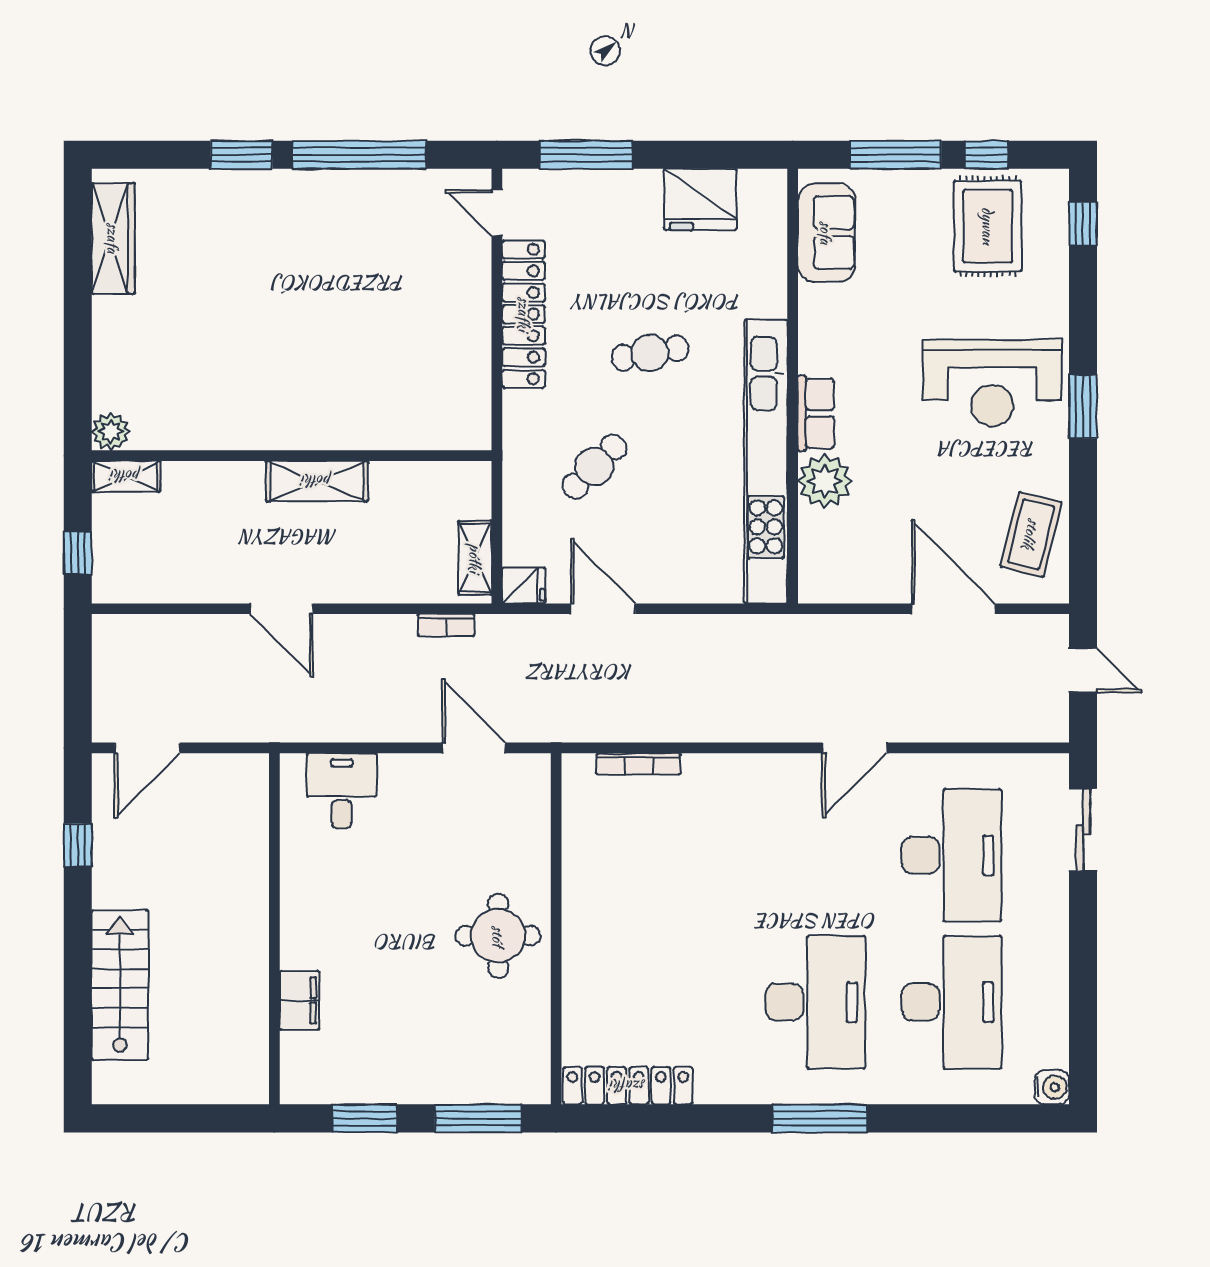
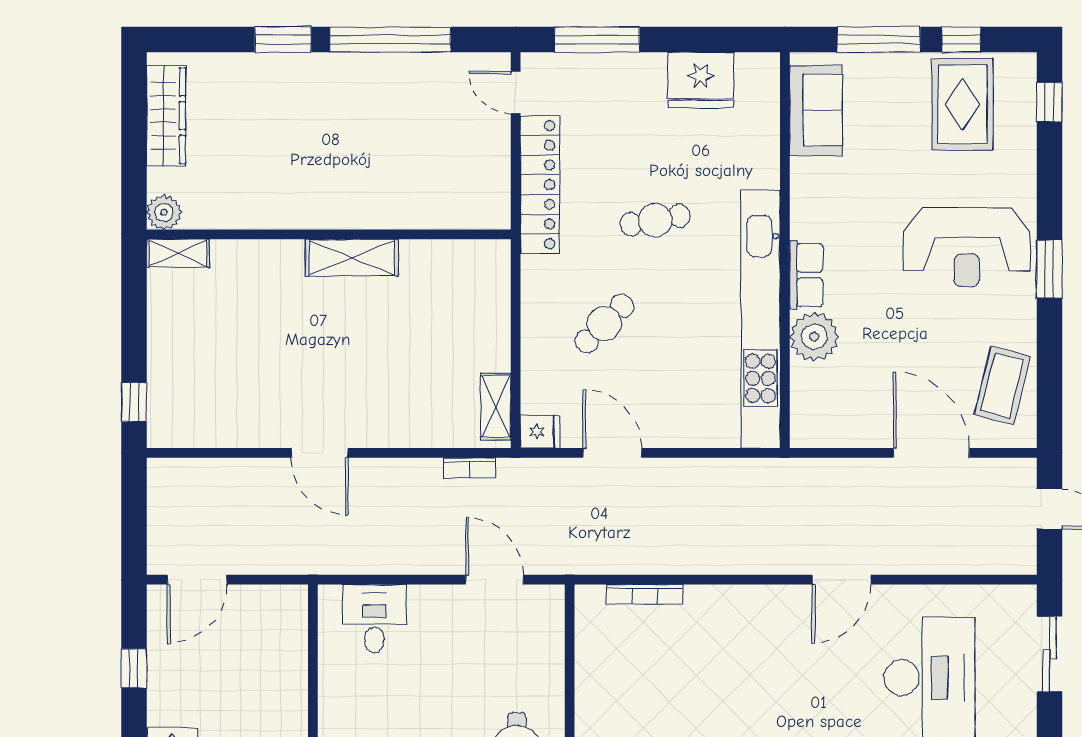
plant: (111, 432) -> (164, 212), moved
wall: (292, 456) -> (329, 234), moved
shelving: (126, 476) -> (178, 253), moved
shelving: (317, 481) -> (352, 258), moved

